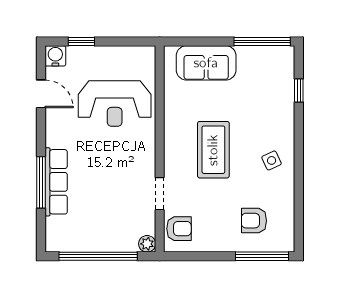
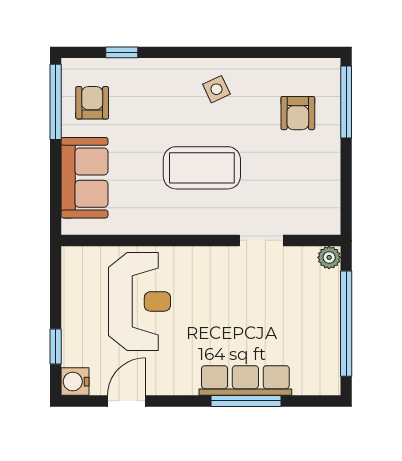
armchair: (179, 229) -> (92, 103), moved

